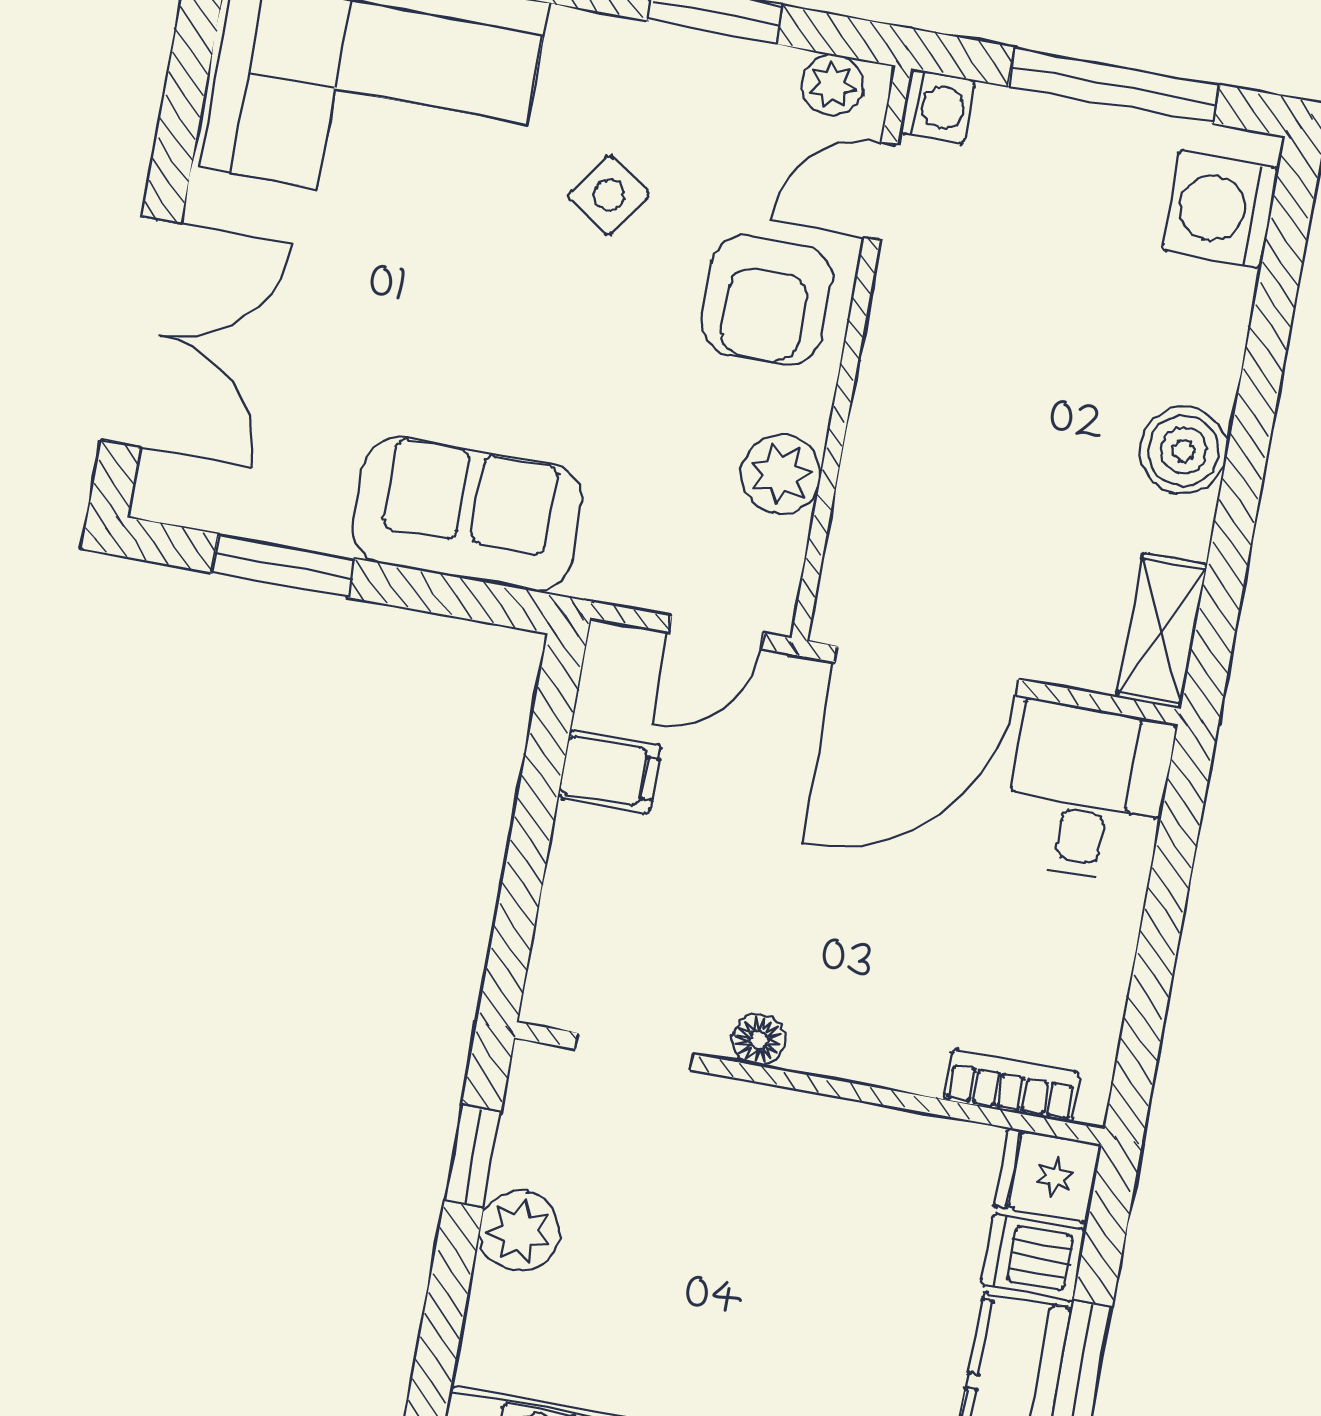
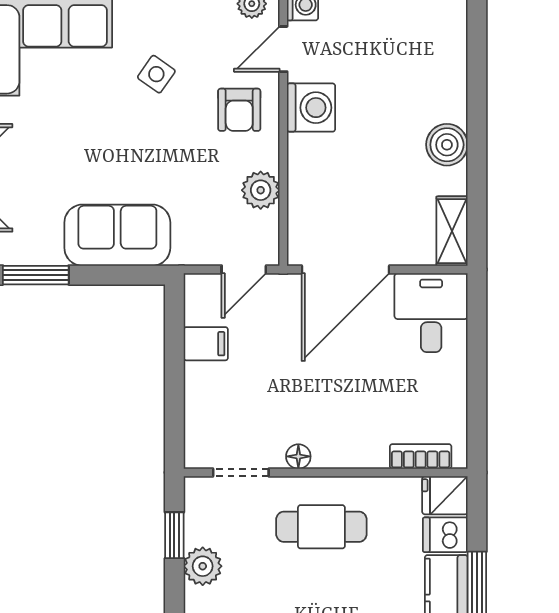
washing machine: (1220, 209) -> (311, 108), moved, turned 180
armchair: (767, 300) -> (239, 110), width x0.72, depth x0.72
cafe table: (780, 1194) -> (321, 527), added

